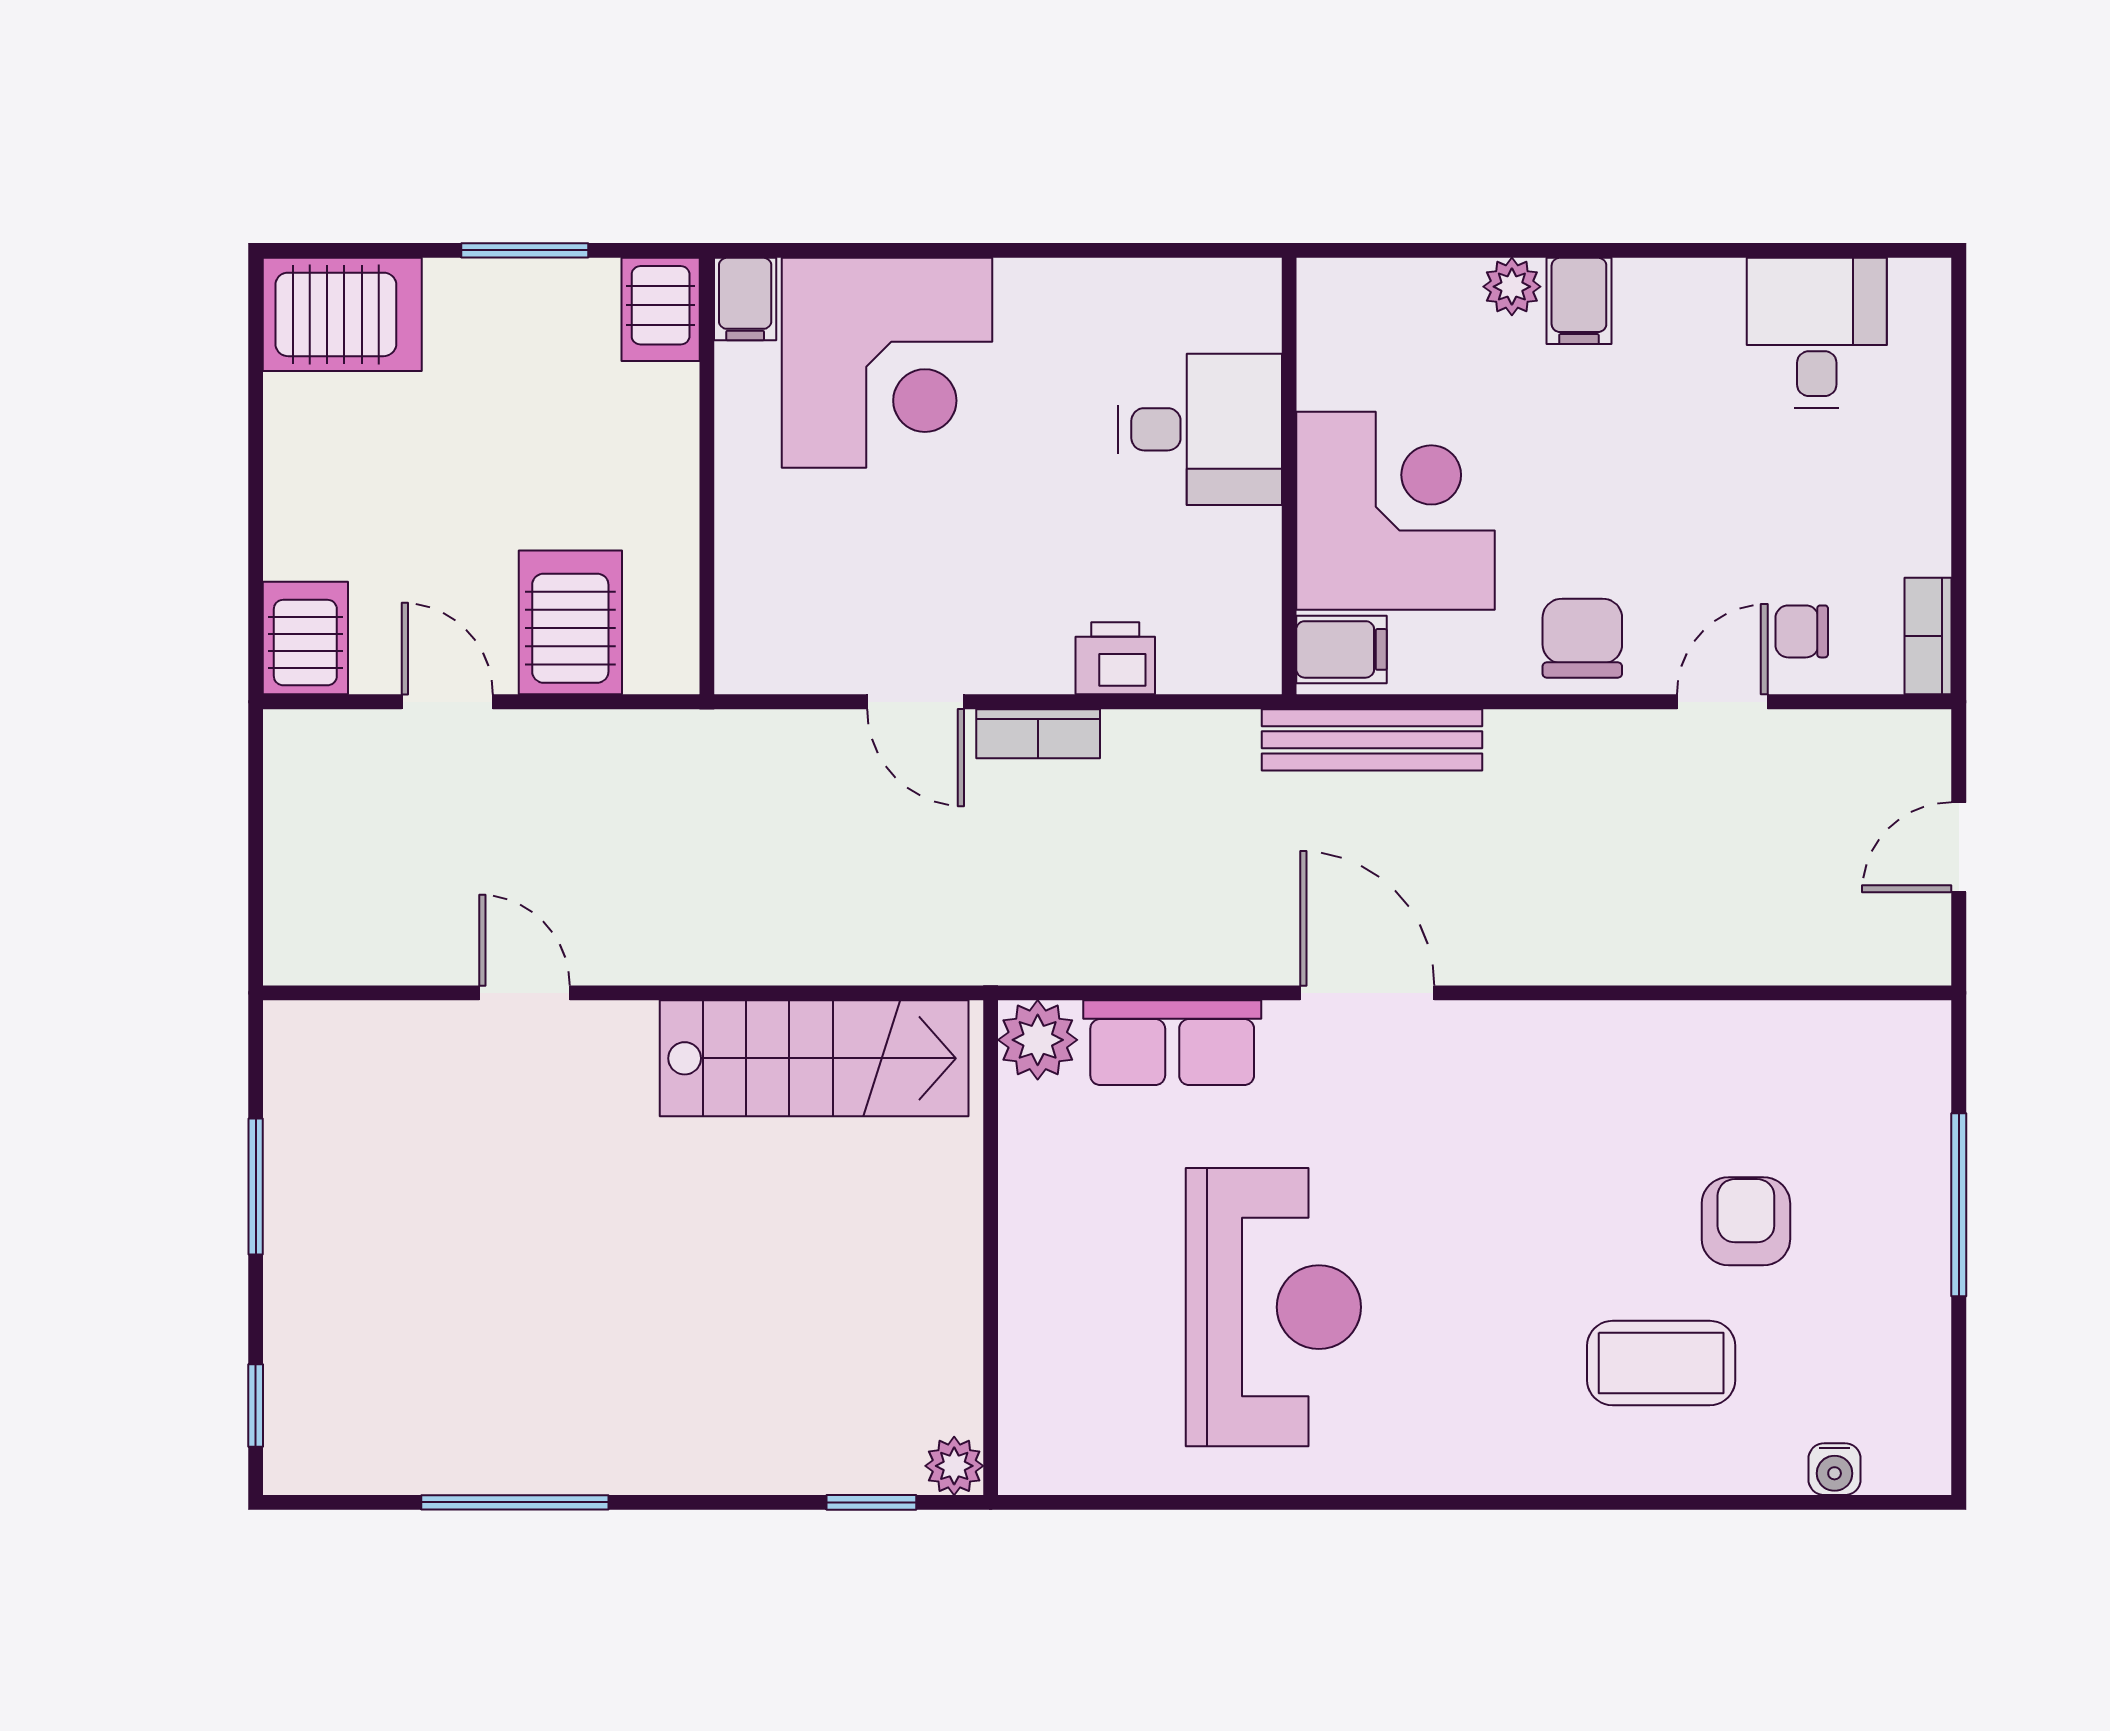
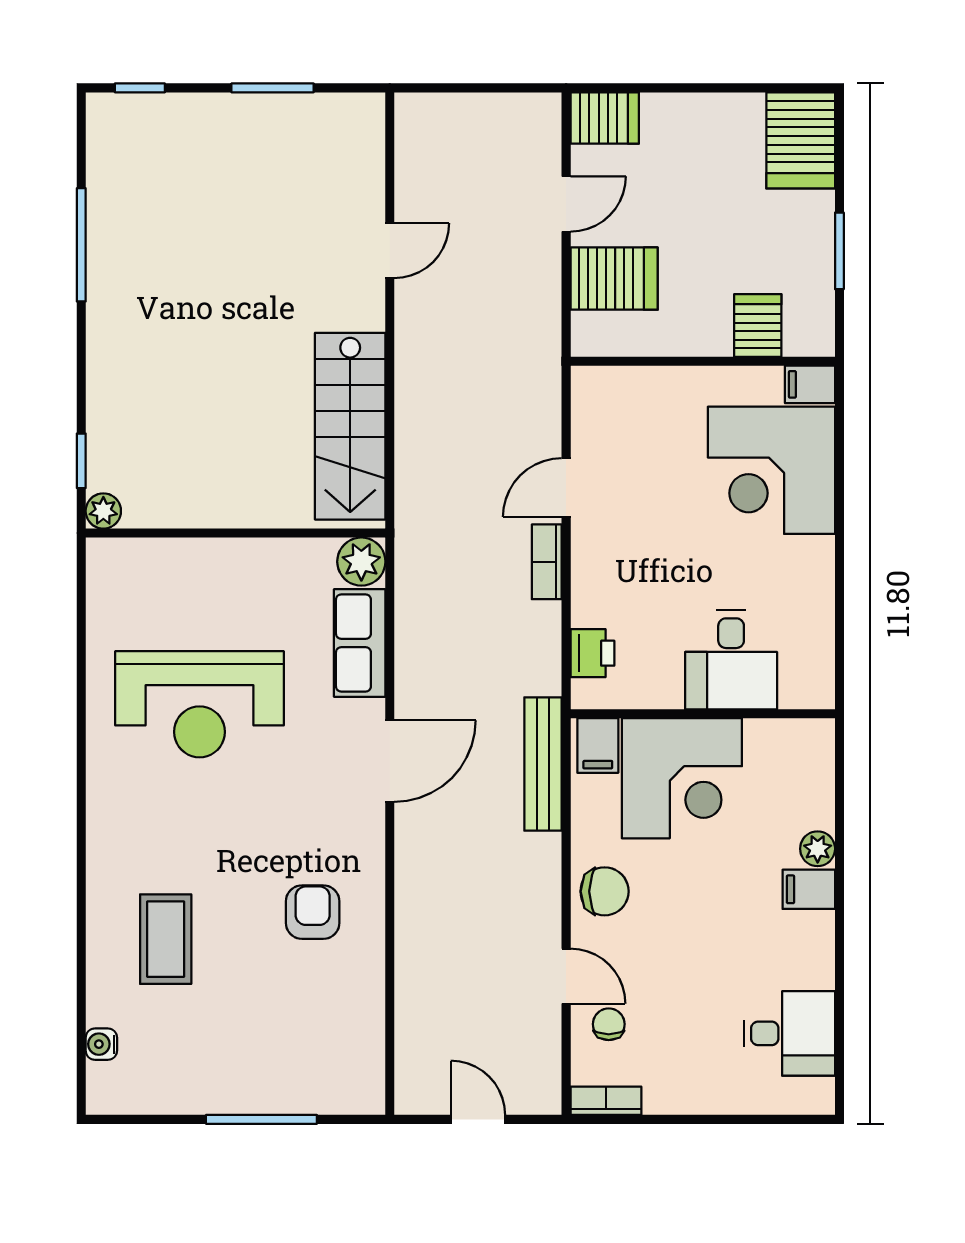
server rack: (661, 309) -> (758, 325), moved, turned 90
printer: (1115, 658) -> (592, 653), moved
armchair: (1746, 1221) -> (313, 912), moved, turned -90

